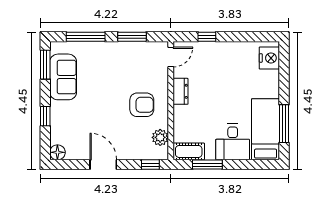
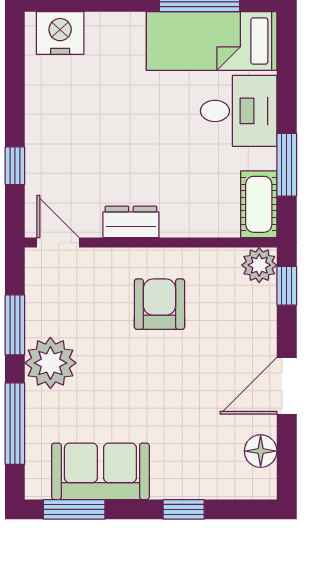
plant: (114, 53) -> (50, 363), added
plant: (160, 137) -> (259, 265), moved
floor lamp: (57, 152) -> (261, 451), moved

